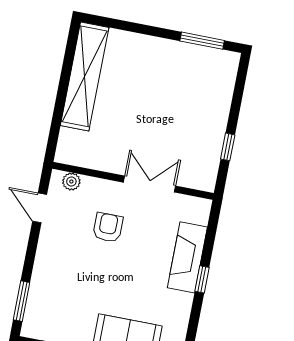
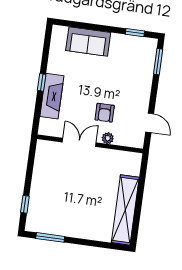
window: (228, 147) -> (25, 204), moved
plant: (71, 182) -> (108, 138), moved
double door: (150, 184) -> (79, 142), swing flipped

